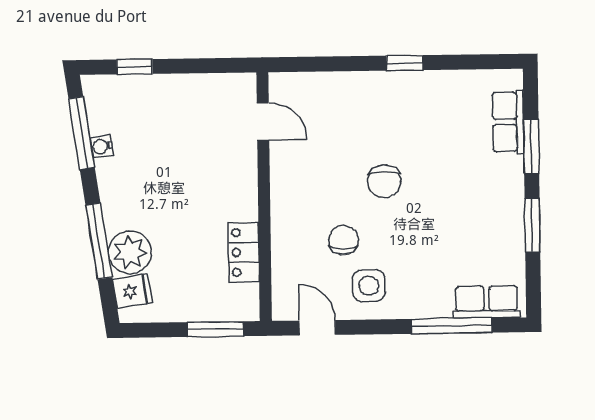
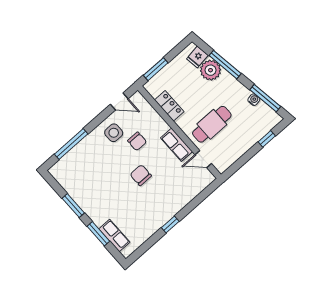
cafe table: (202, 165) -> (212, 124), added
row of seats: (486, 302) -> (177, 145), moved, turned 90

